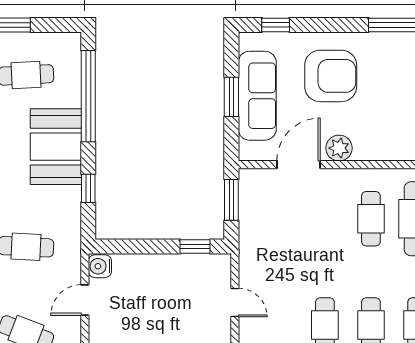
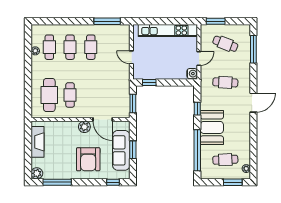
armchair: (331, 76) -> (88, 159), turned -90
door: (299, 165) -> (103, 119), hinge flipped

